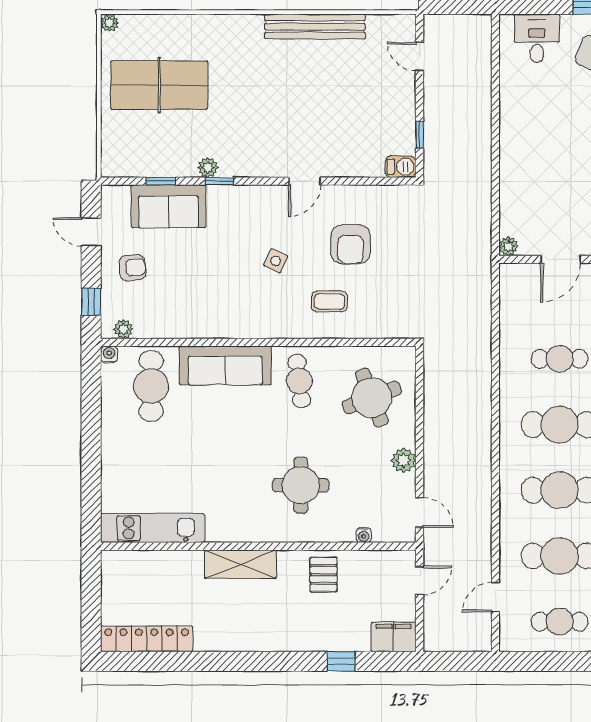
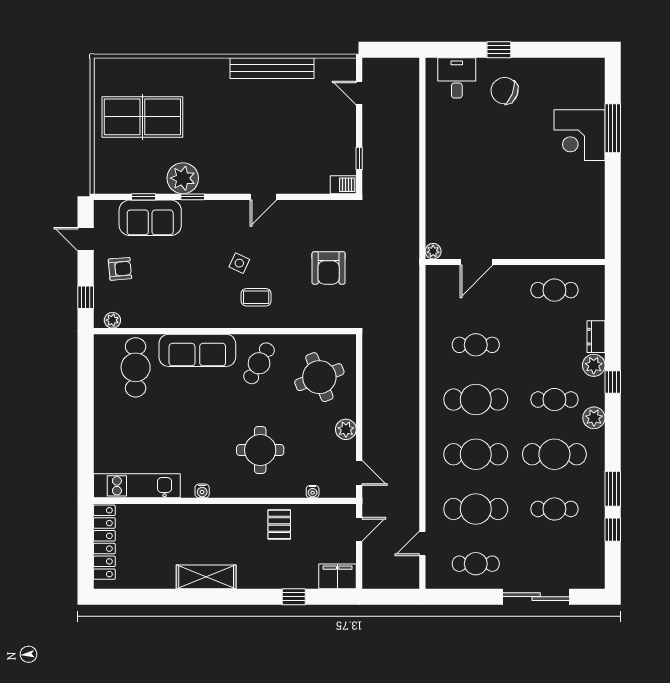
plant: (109, 23) -> (101, 65), removed
plant: (208, 168) -> (183, 178), width x1.87, depth x1.87
armchair: (351, 244) -> (329, 268), moved
coffee table: (329, 301) -> (256, 297), moved
water cooler: (109, 354) -> (202, 491), moved, turned 180
cafe table: (299, 381) -> (259, 363), turned 37
shelving: (240, 564) -> (206, 577), moved
locker: (147, 639) -> (104, 542), moved, turned 90

